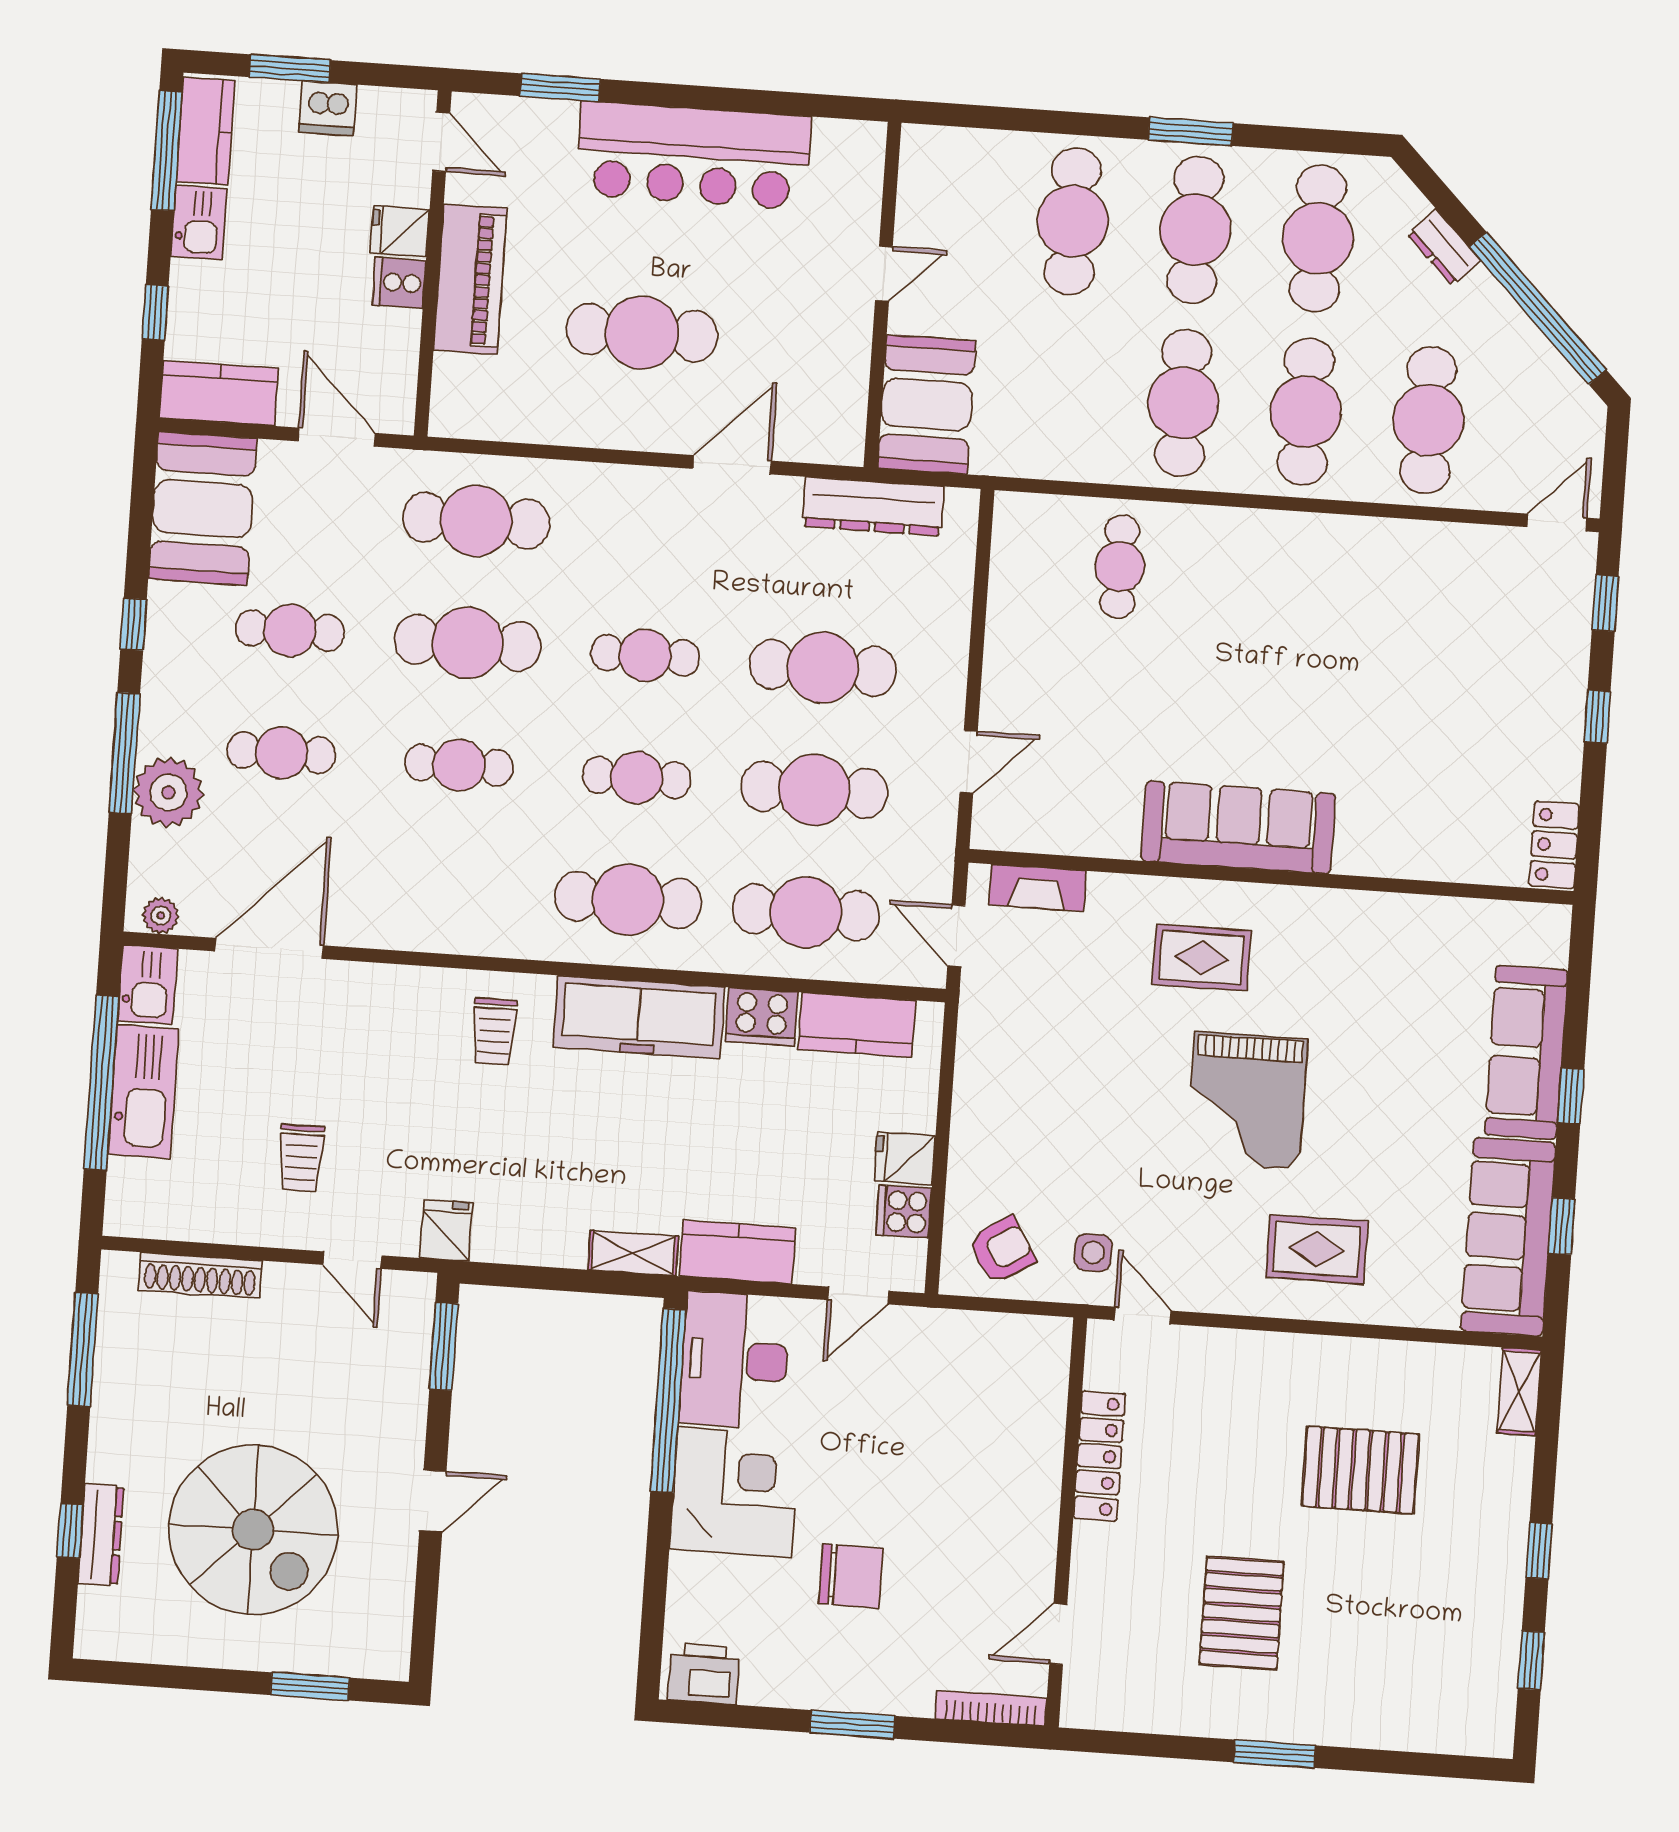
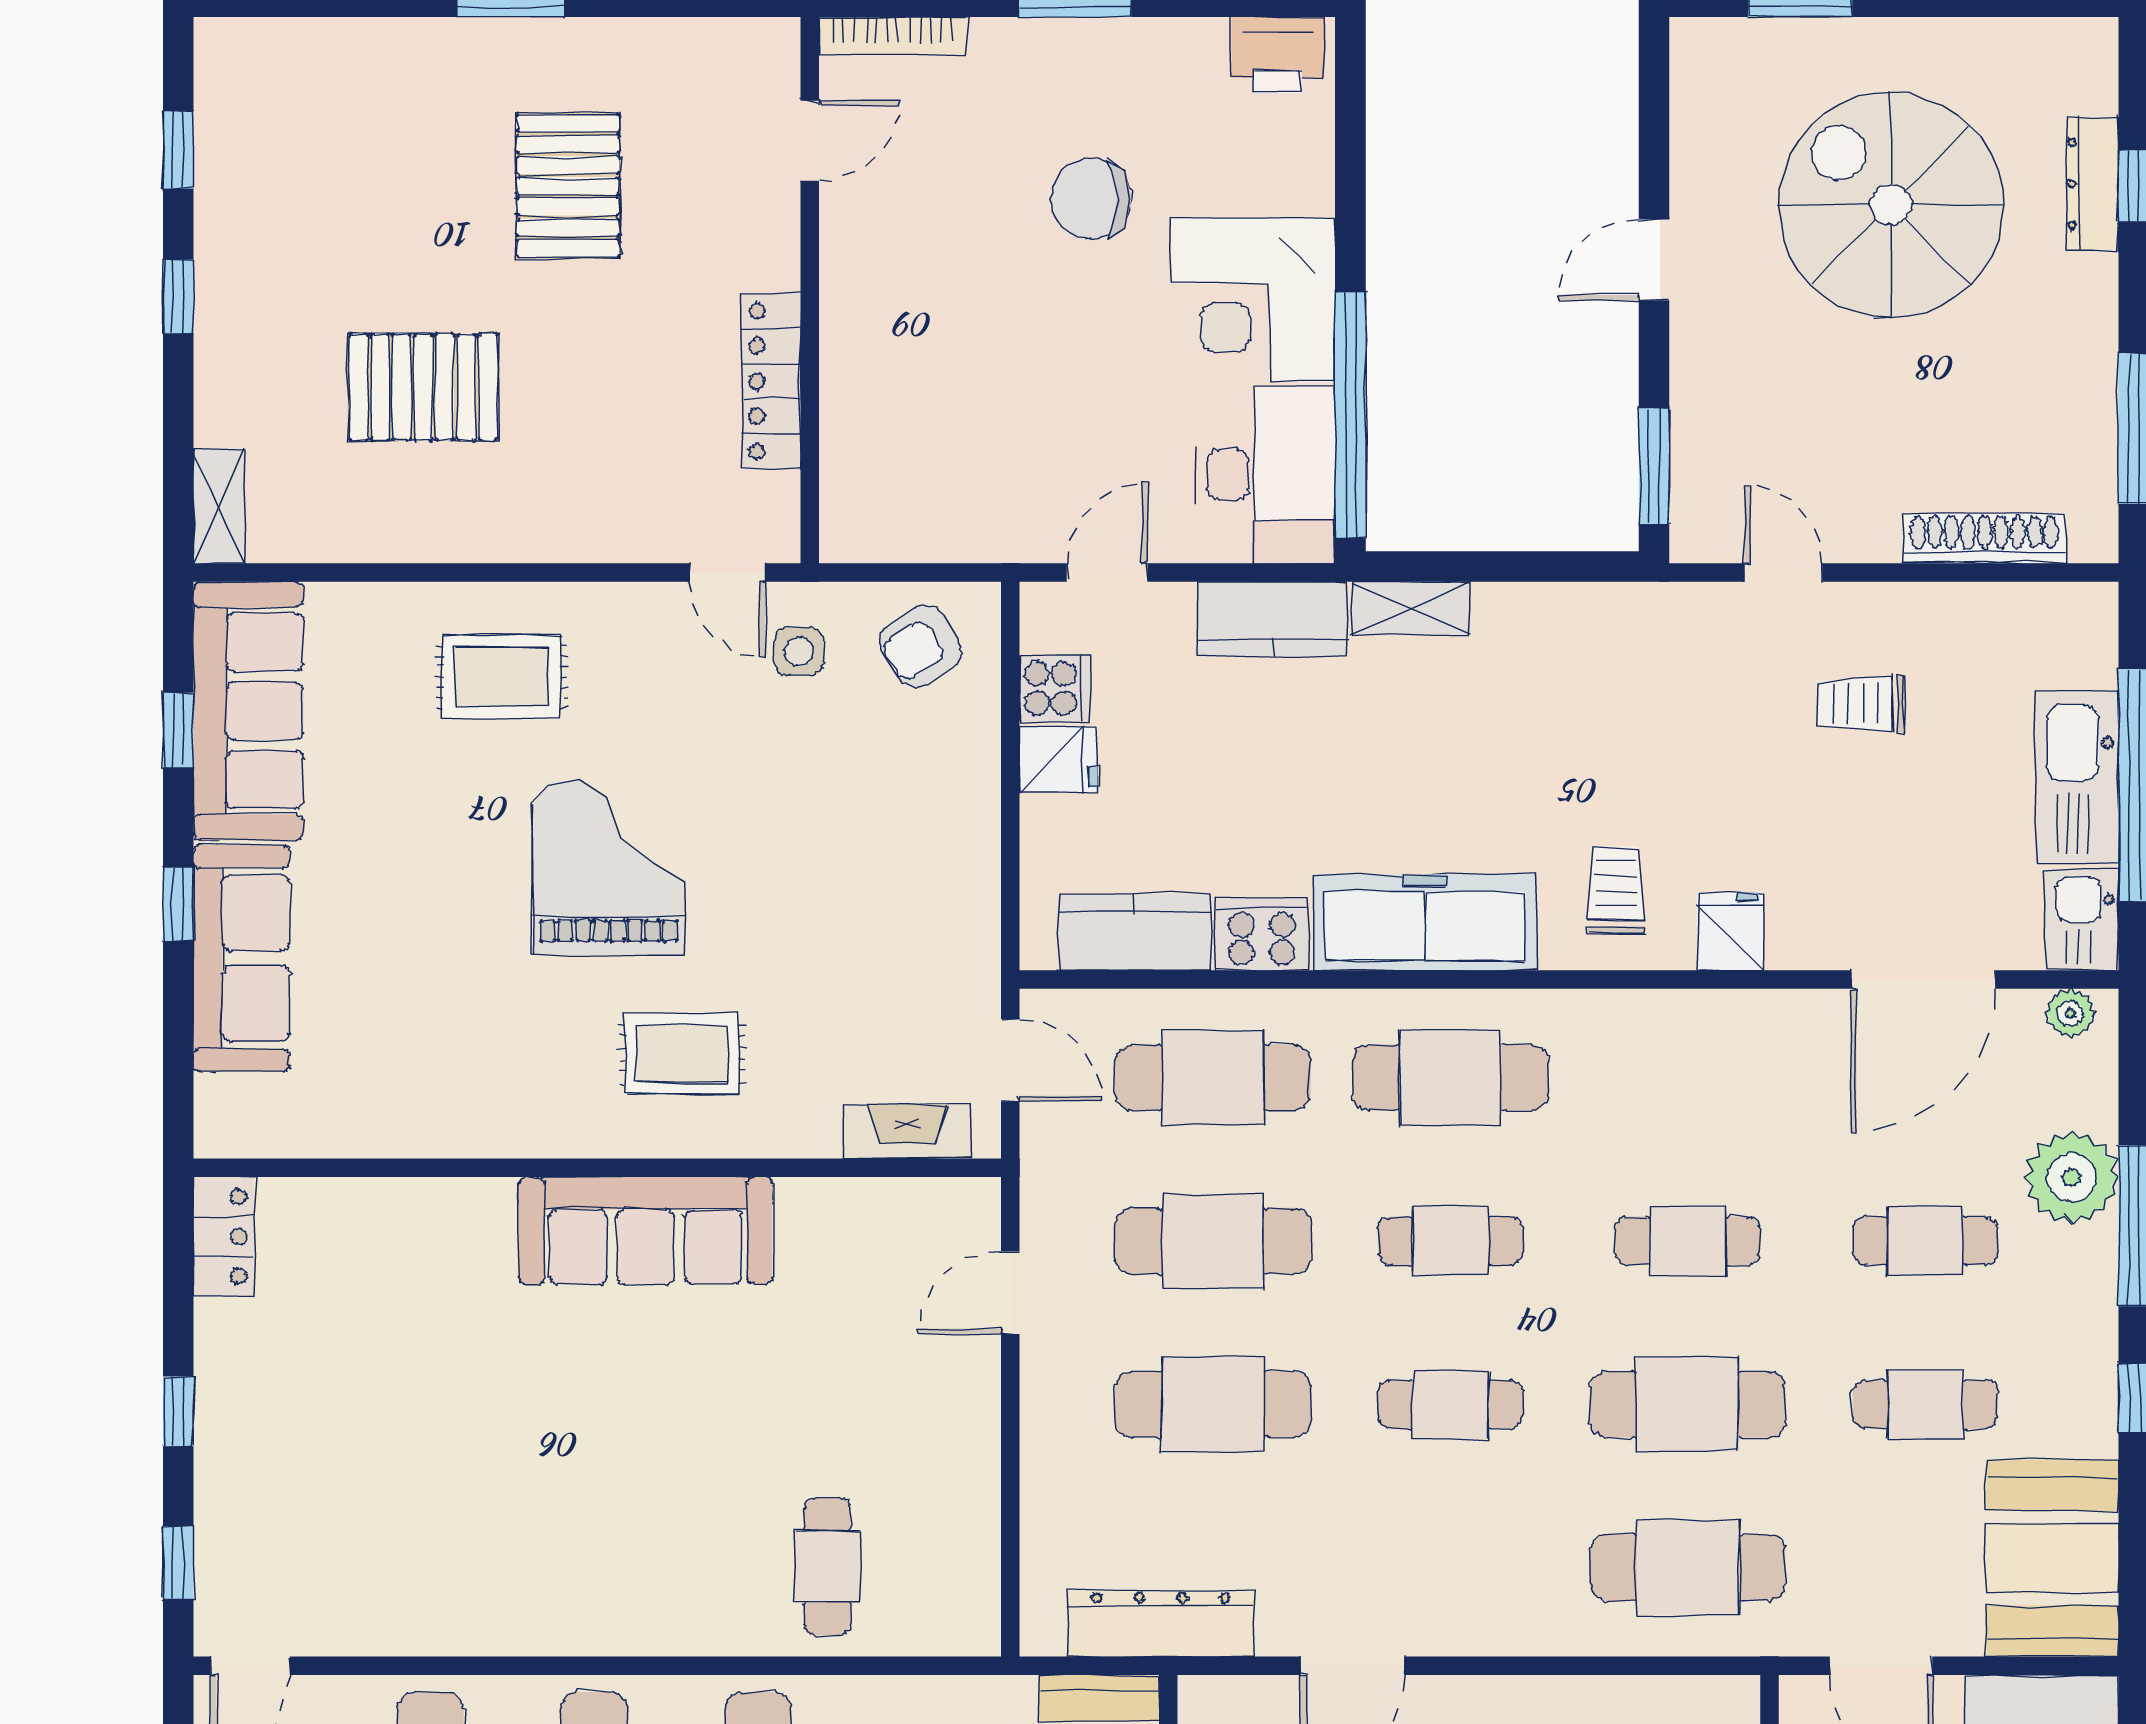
trolley: (301, 1158) -> (1861, 704), turned -90
fridge: (446, 1231) -> (1730, 931), moved, turned 180

